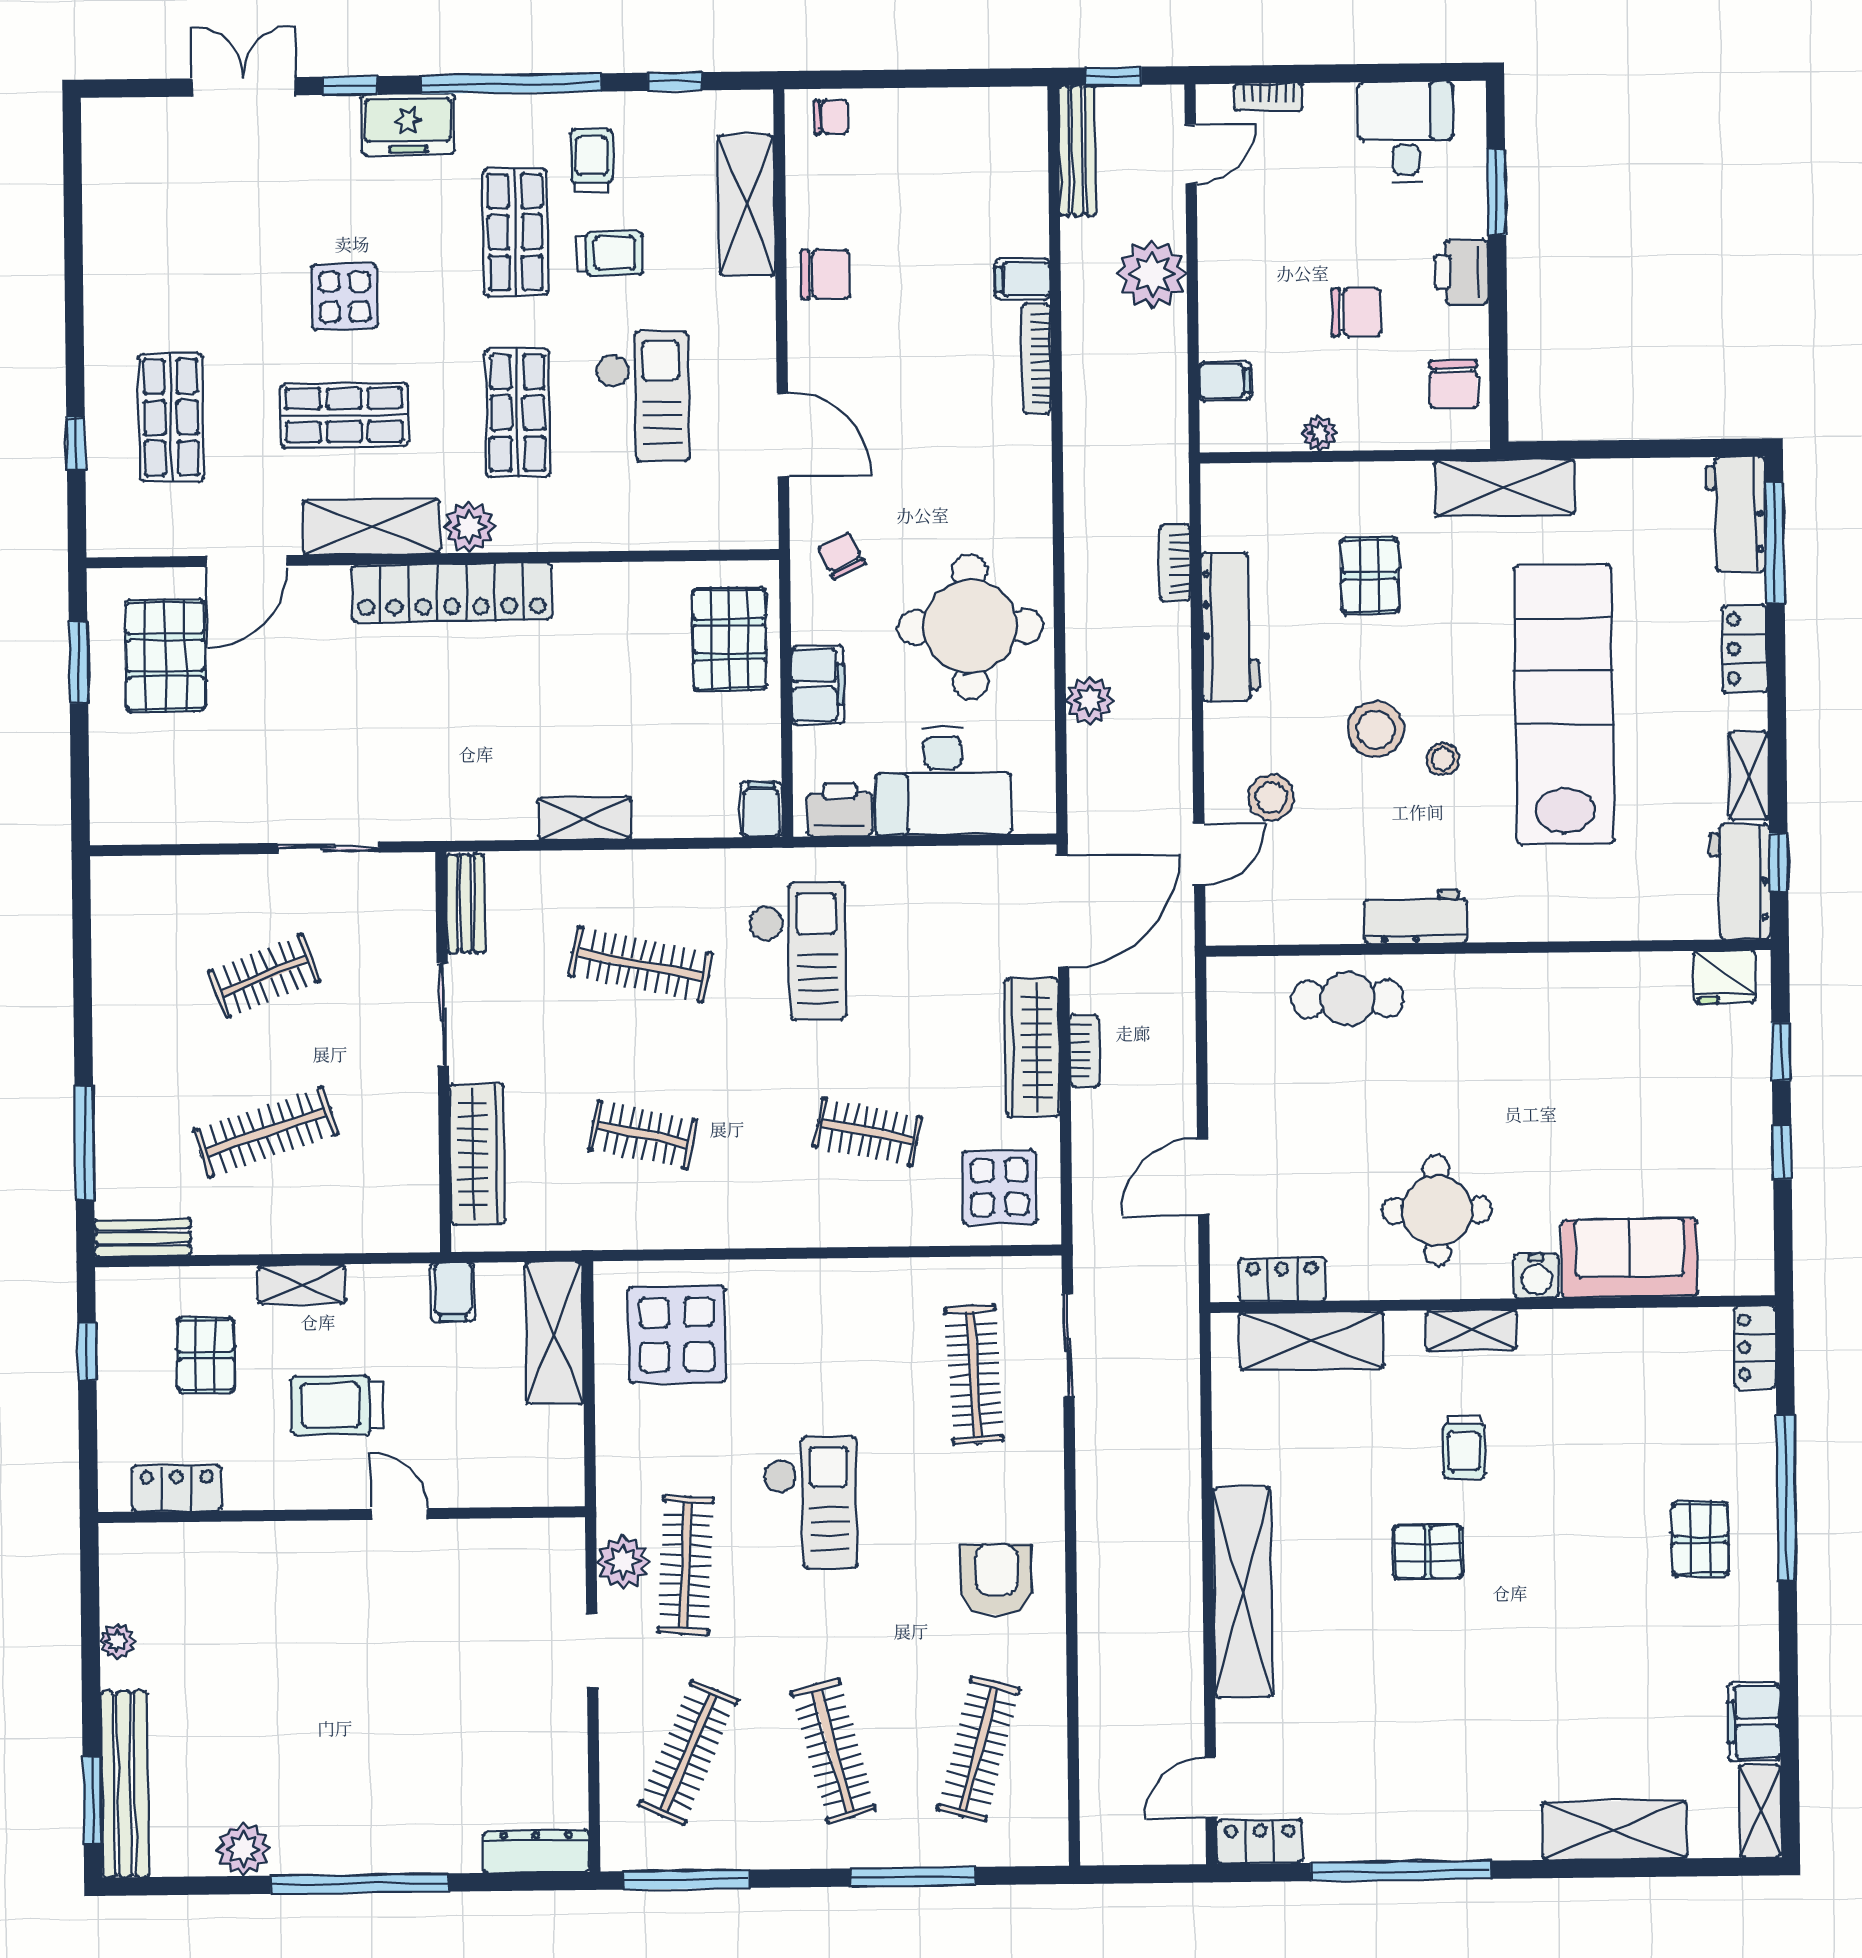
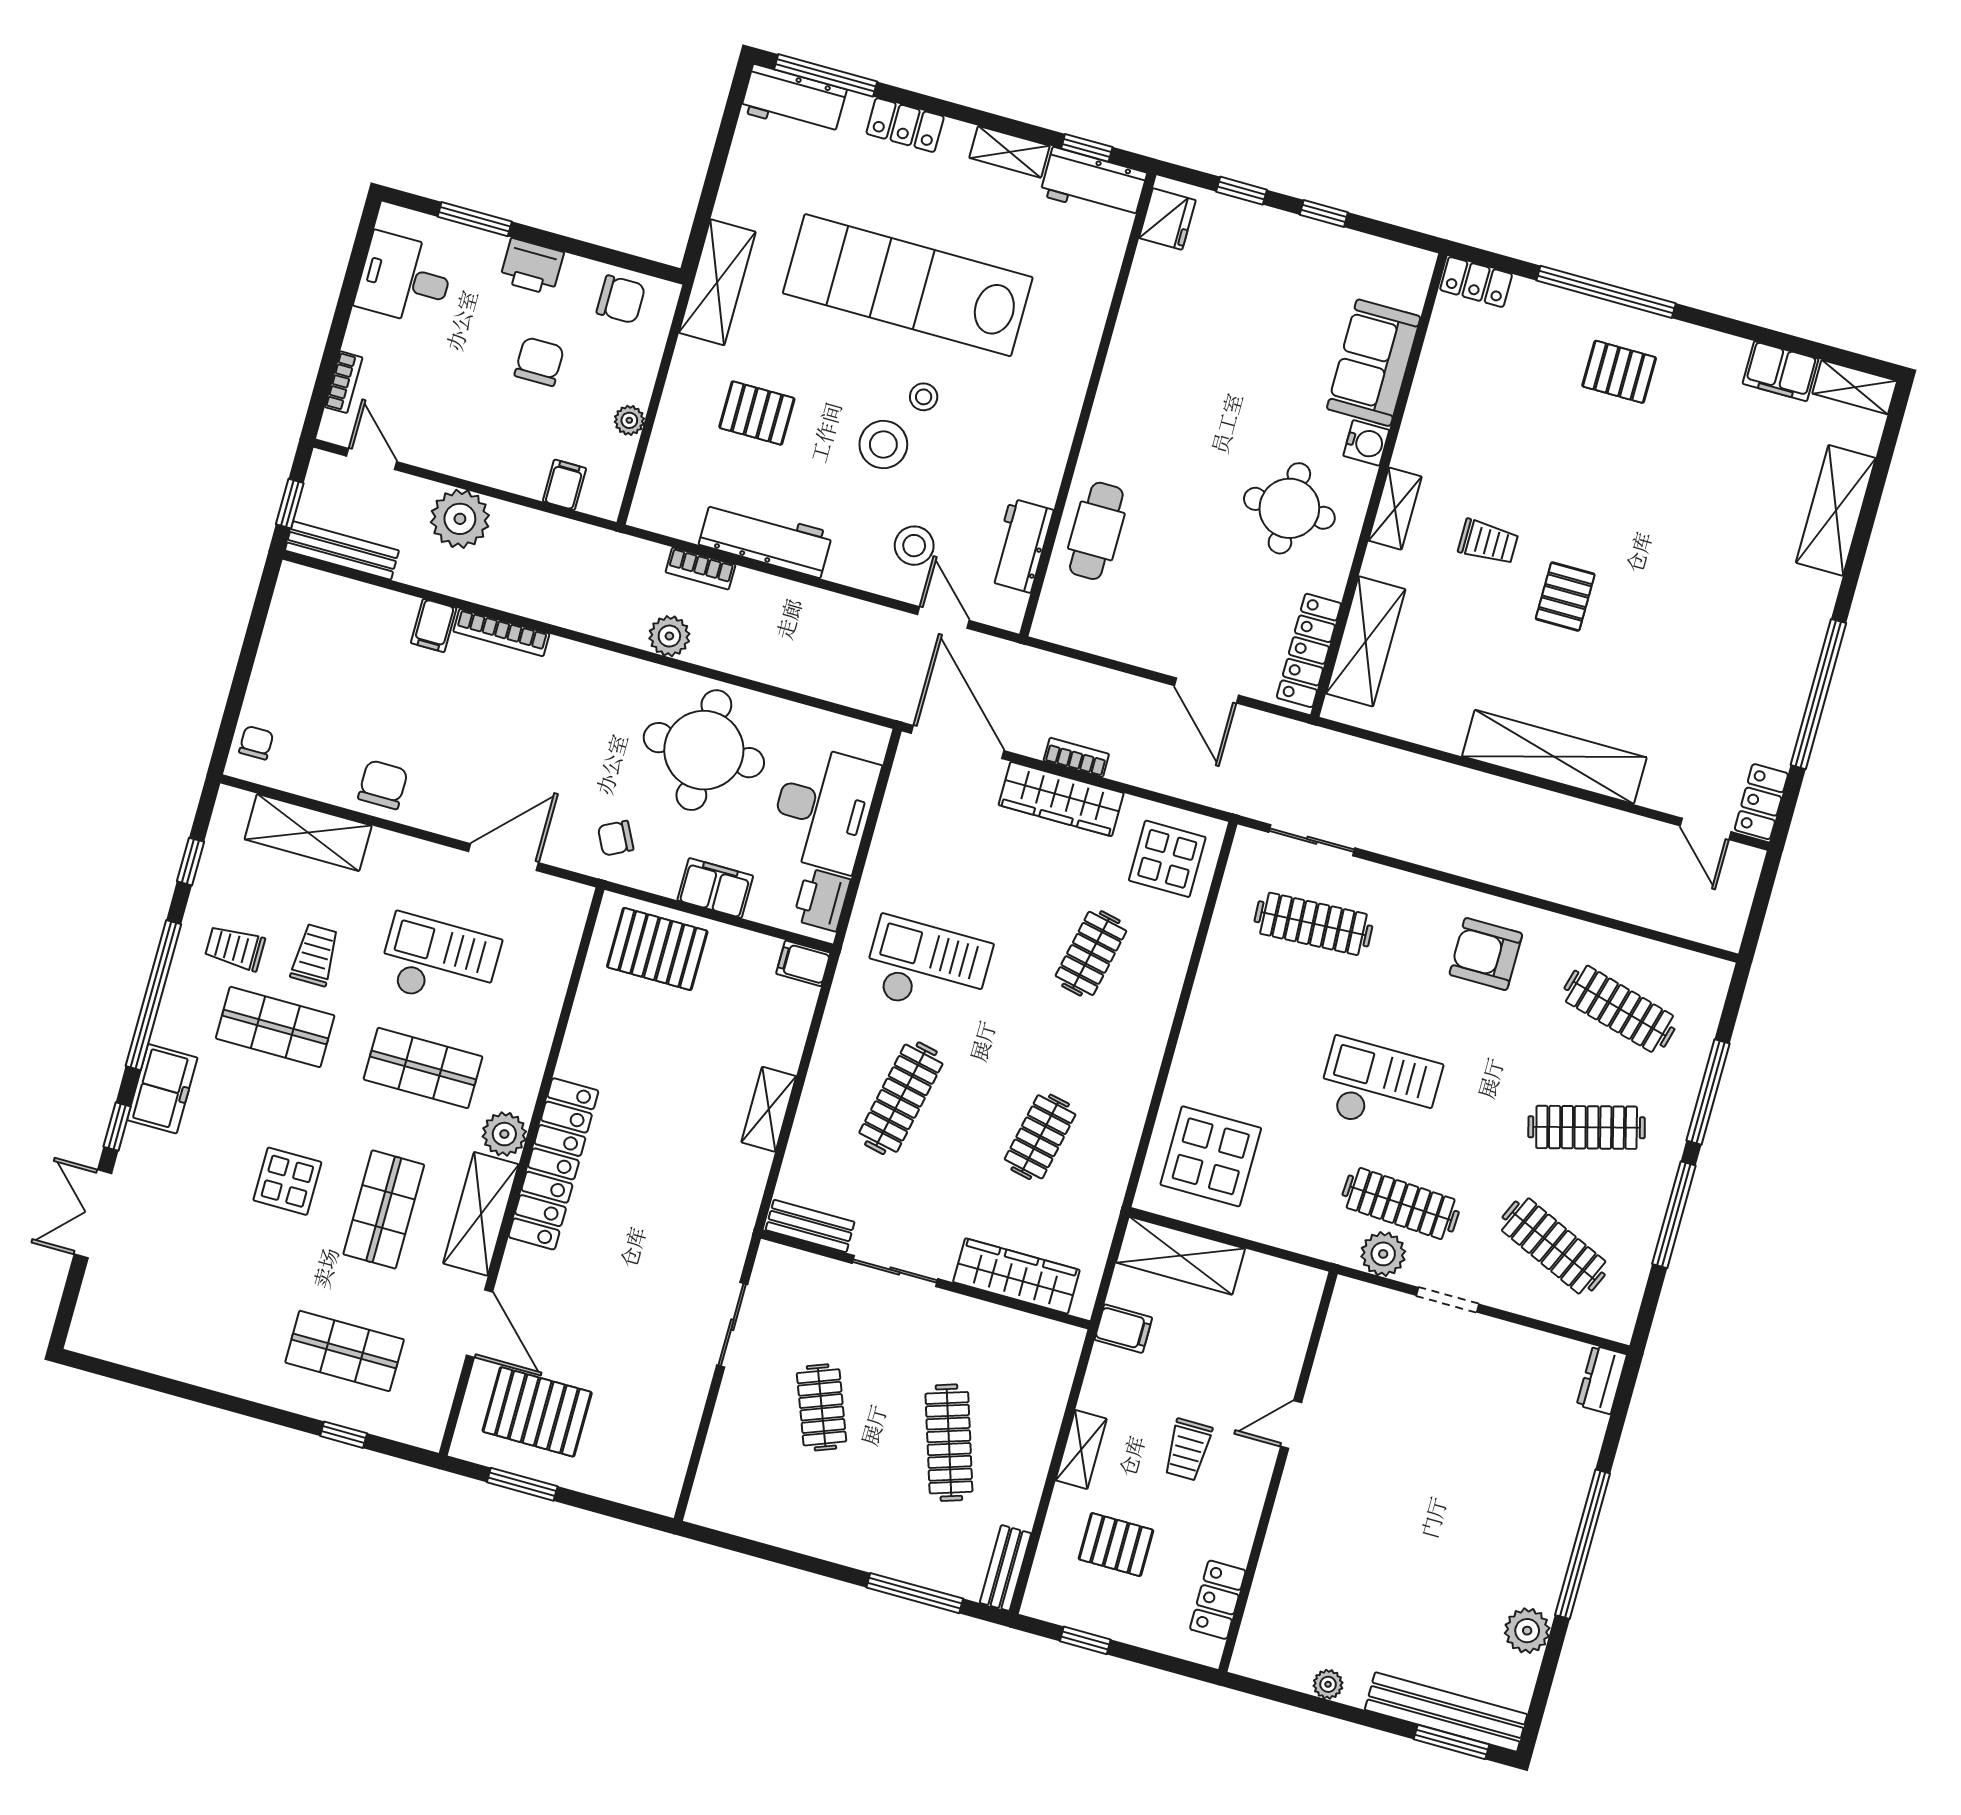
plant: (1090, 700) -> (669, 636), moved
workbench: (1416, 917) -> (1021, 546), moved
locker: (1282, 1279) -> (1309, 650), width x1.53
trolley: (337, 1405) -> (1188, 1450), width x0.73, depth x0.72
dresser: (536, 1852) -> (1602, 1380), width x0.70
window: (686, 1880) -> (1674, 1215), moved

